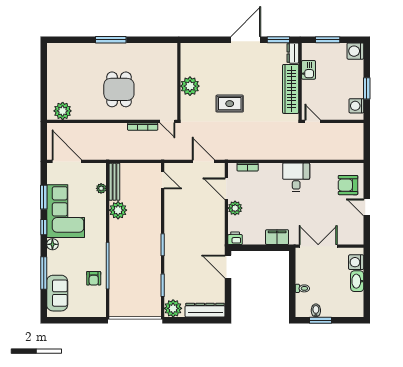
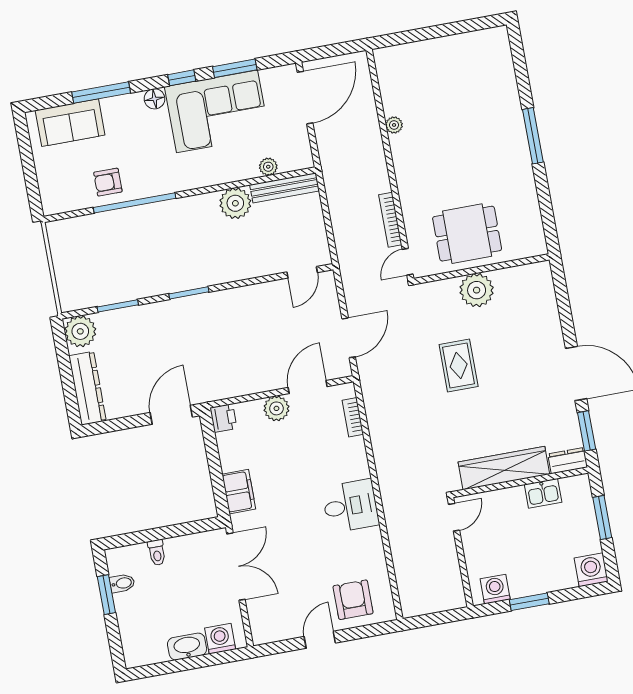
dining table: (119, 89) -> (467, 234), moved
plant: (63, 111) -> (394, 125), moved, width x0.53, depth x0.53

